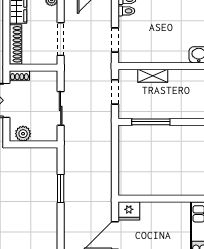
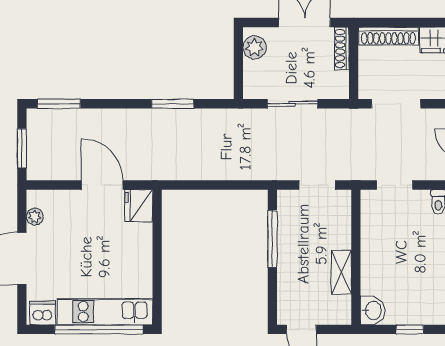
shoe rack: (19, 75) -> (342, 48), width x1.43
shelving: (153, 76) -> (341, 272), moved

